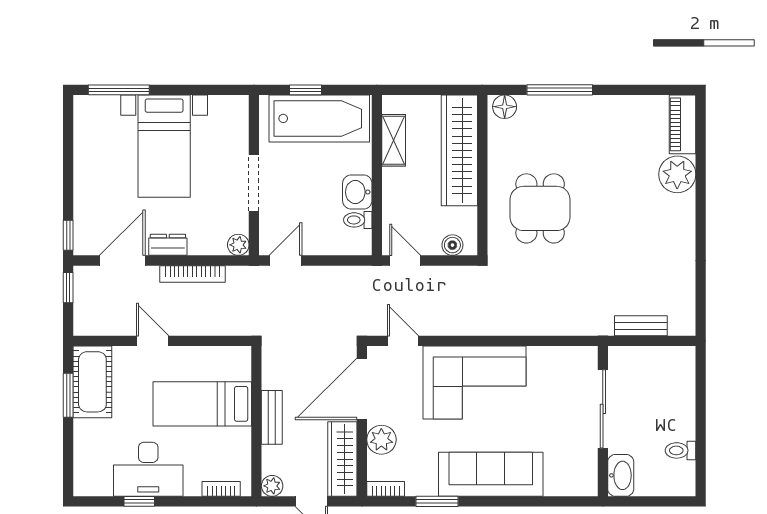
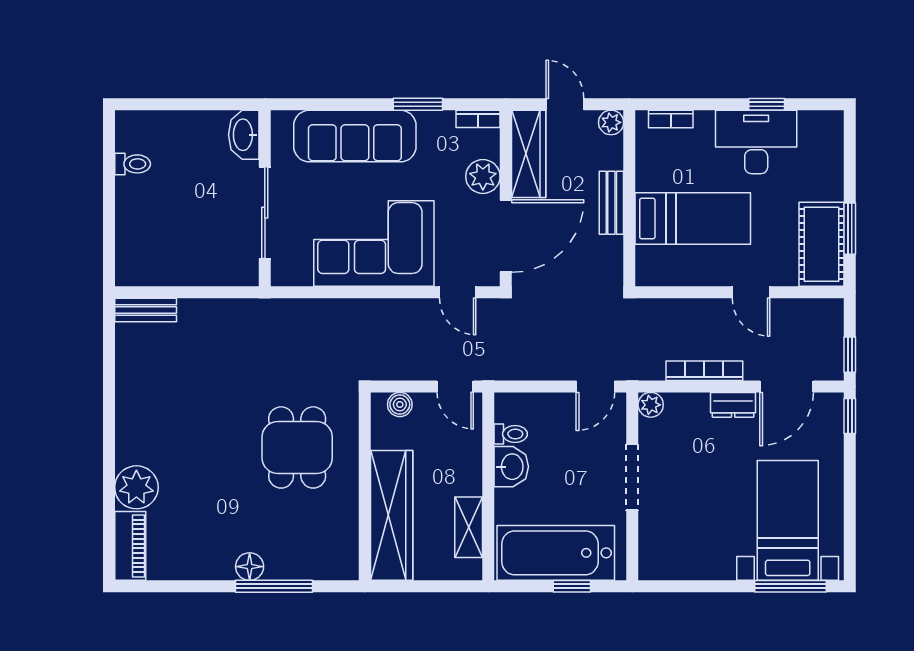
floor lamp: (505, 107) -> (250, 567), moved
bed with nightstands: (164, 146) -> (788, 520), moved
bench: (641, 326) -> (146, 310), moved
sliding door: (603, 409) -> (265, 213), moved
wall: (603, 421) -> (265, 198), moved
washbasin: (621, 475) -> (244, 135), moved

